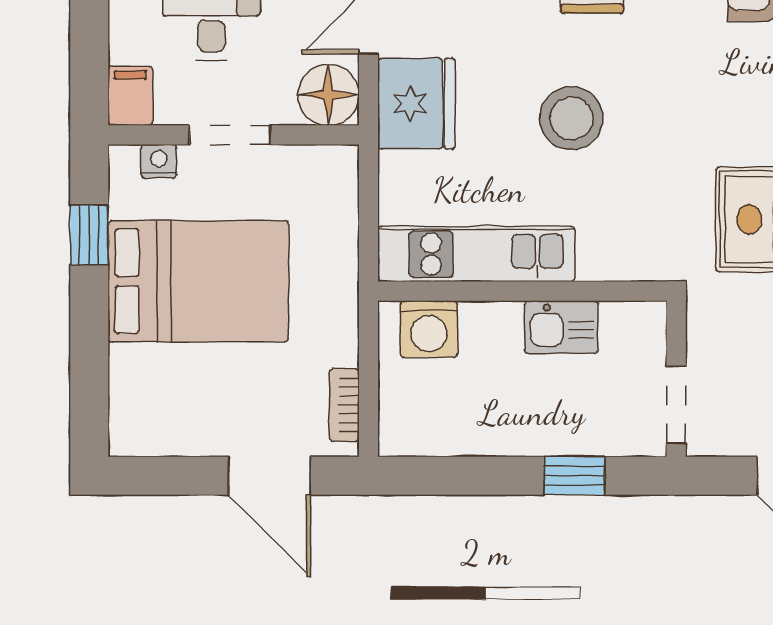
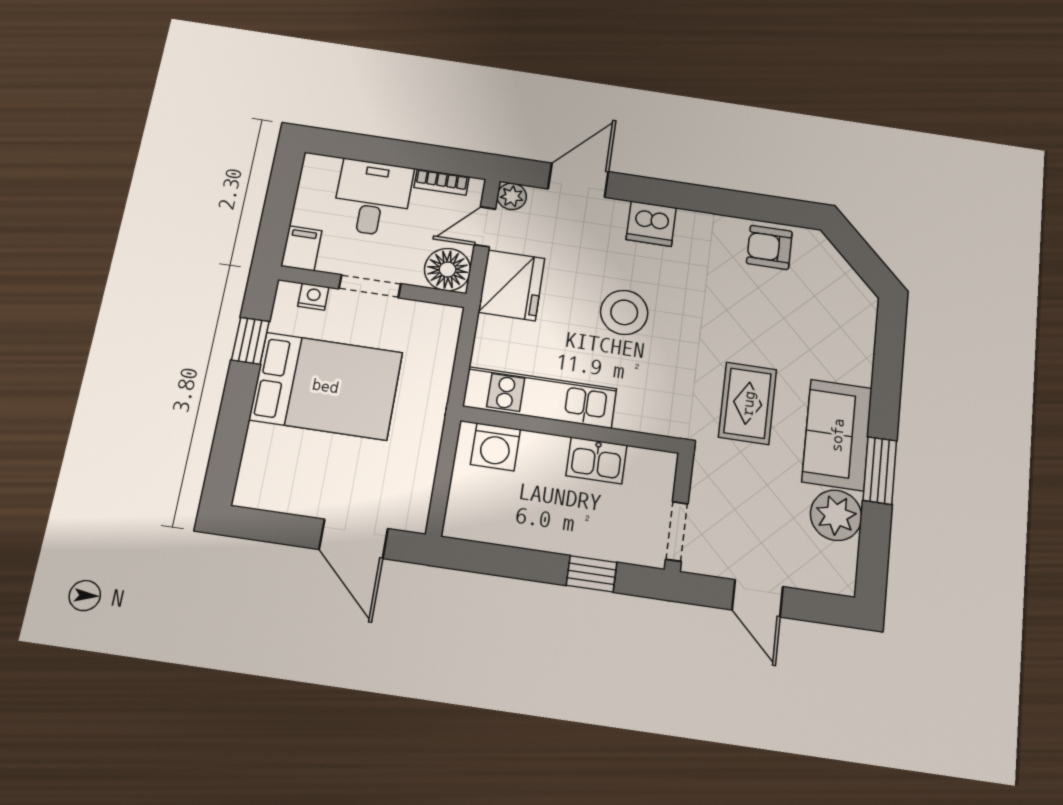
bookcase: (344, 405) -> (421, 494), removed

